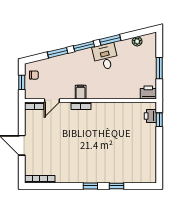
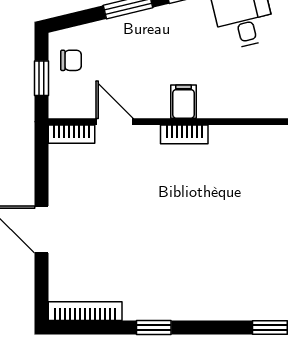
door: (52, 100) -> (115, 122), swing flipped
window: (90, 186) -> (154, 327), moved

